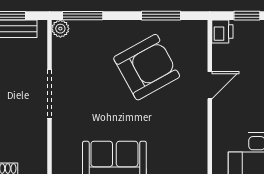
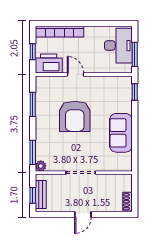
printer: (222, 32) -> (49, 64), width x1.87, depth x1.48
armchair: (147, 67) -> (75, 116), moved, turned -151

